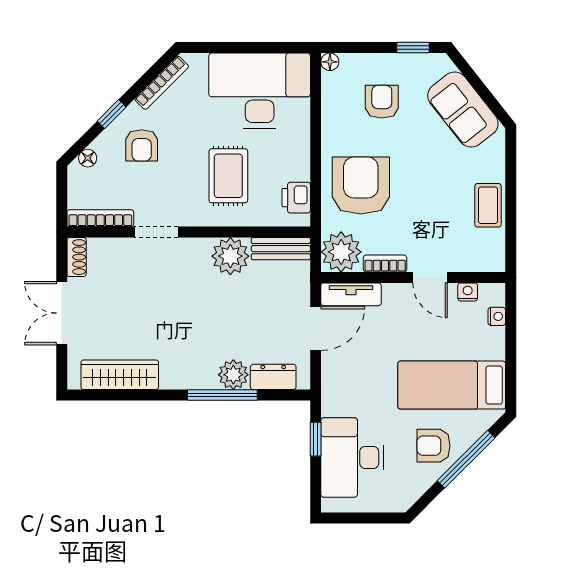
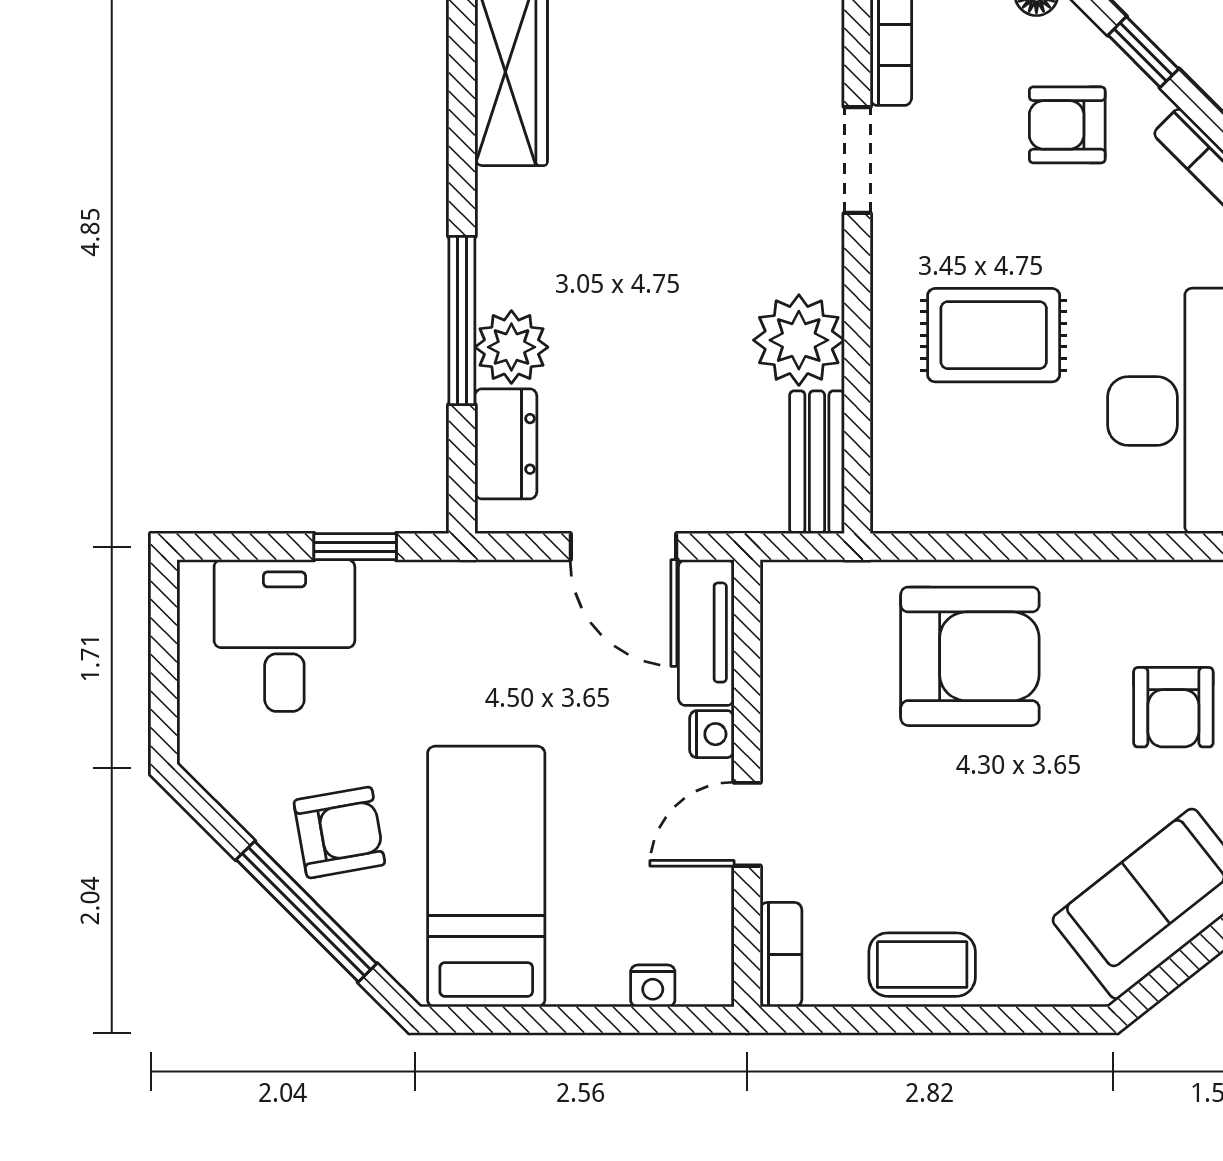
armchair: (382, 102) -> (1173, 707), turned 90
printer: (296, 198) -> (941, 499), removed
plant: (341, 252) -> (809, 609), removed
bookcase: (385, 264) -> (781, 955), moved
nightstand: (468, 292) -> (712, 734), moved
armchair: (434, 446) -> (339, 832), turned 80
desk: (352, 457) -> (284, 636), width x0.73

